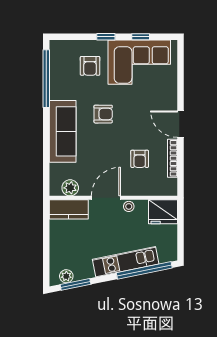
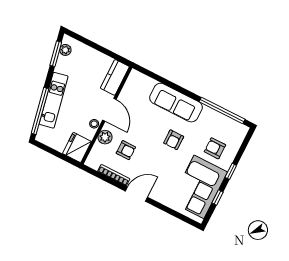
armchair: (140, 159) -> (126, 150), turned 180
plant: (70, 188) -> (105, 137), moved

